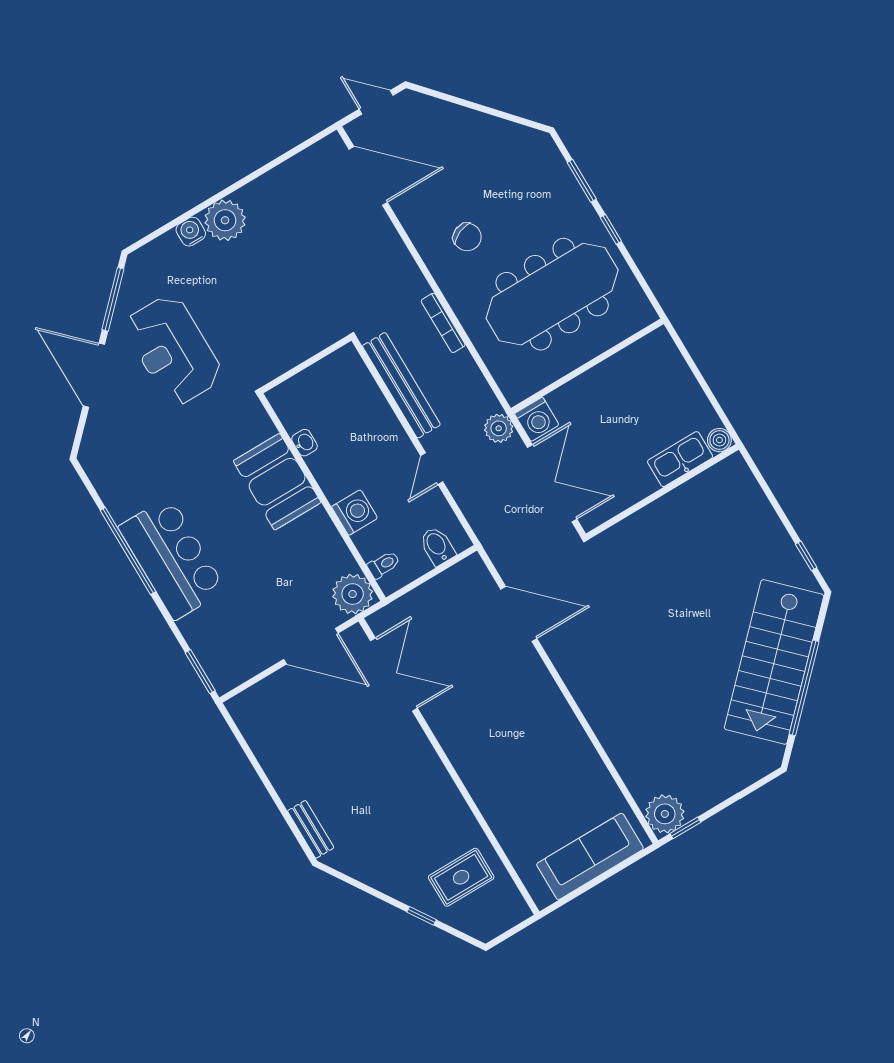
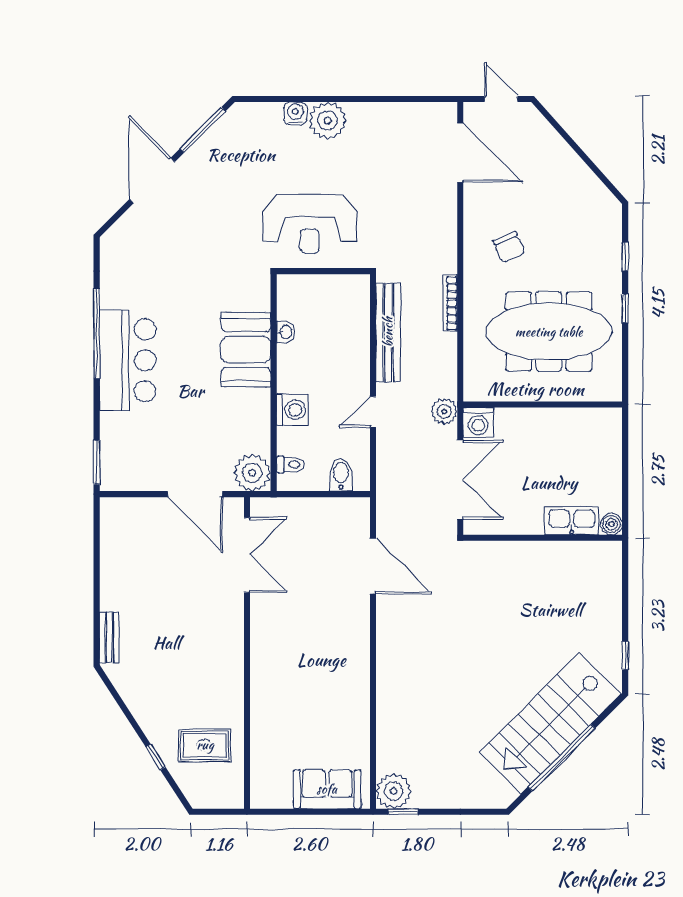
window: (582, 181) -> (625, 257), width x0.67
reception desk: (173, 350) -> (310, 224), moved, turned -90
sofa: (590, 856) -> (327, 789), width x0.73

